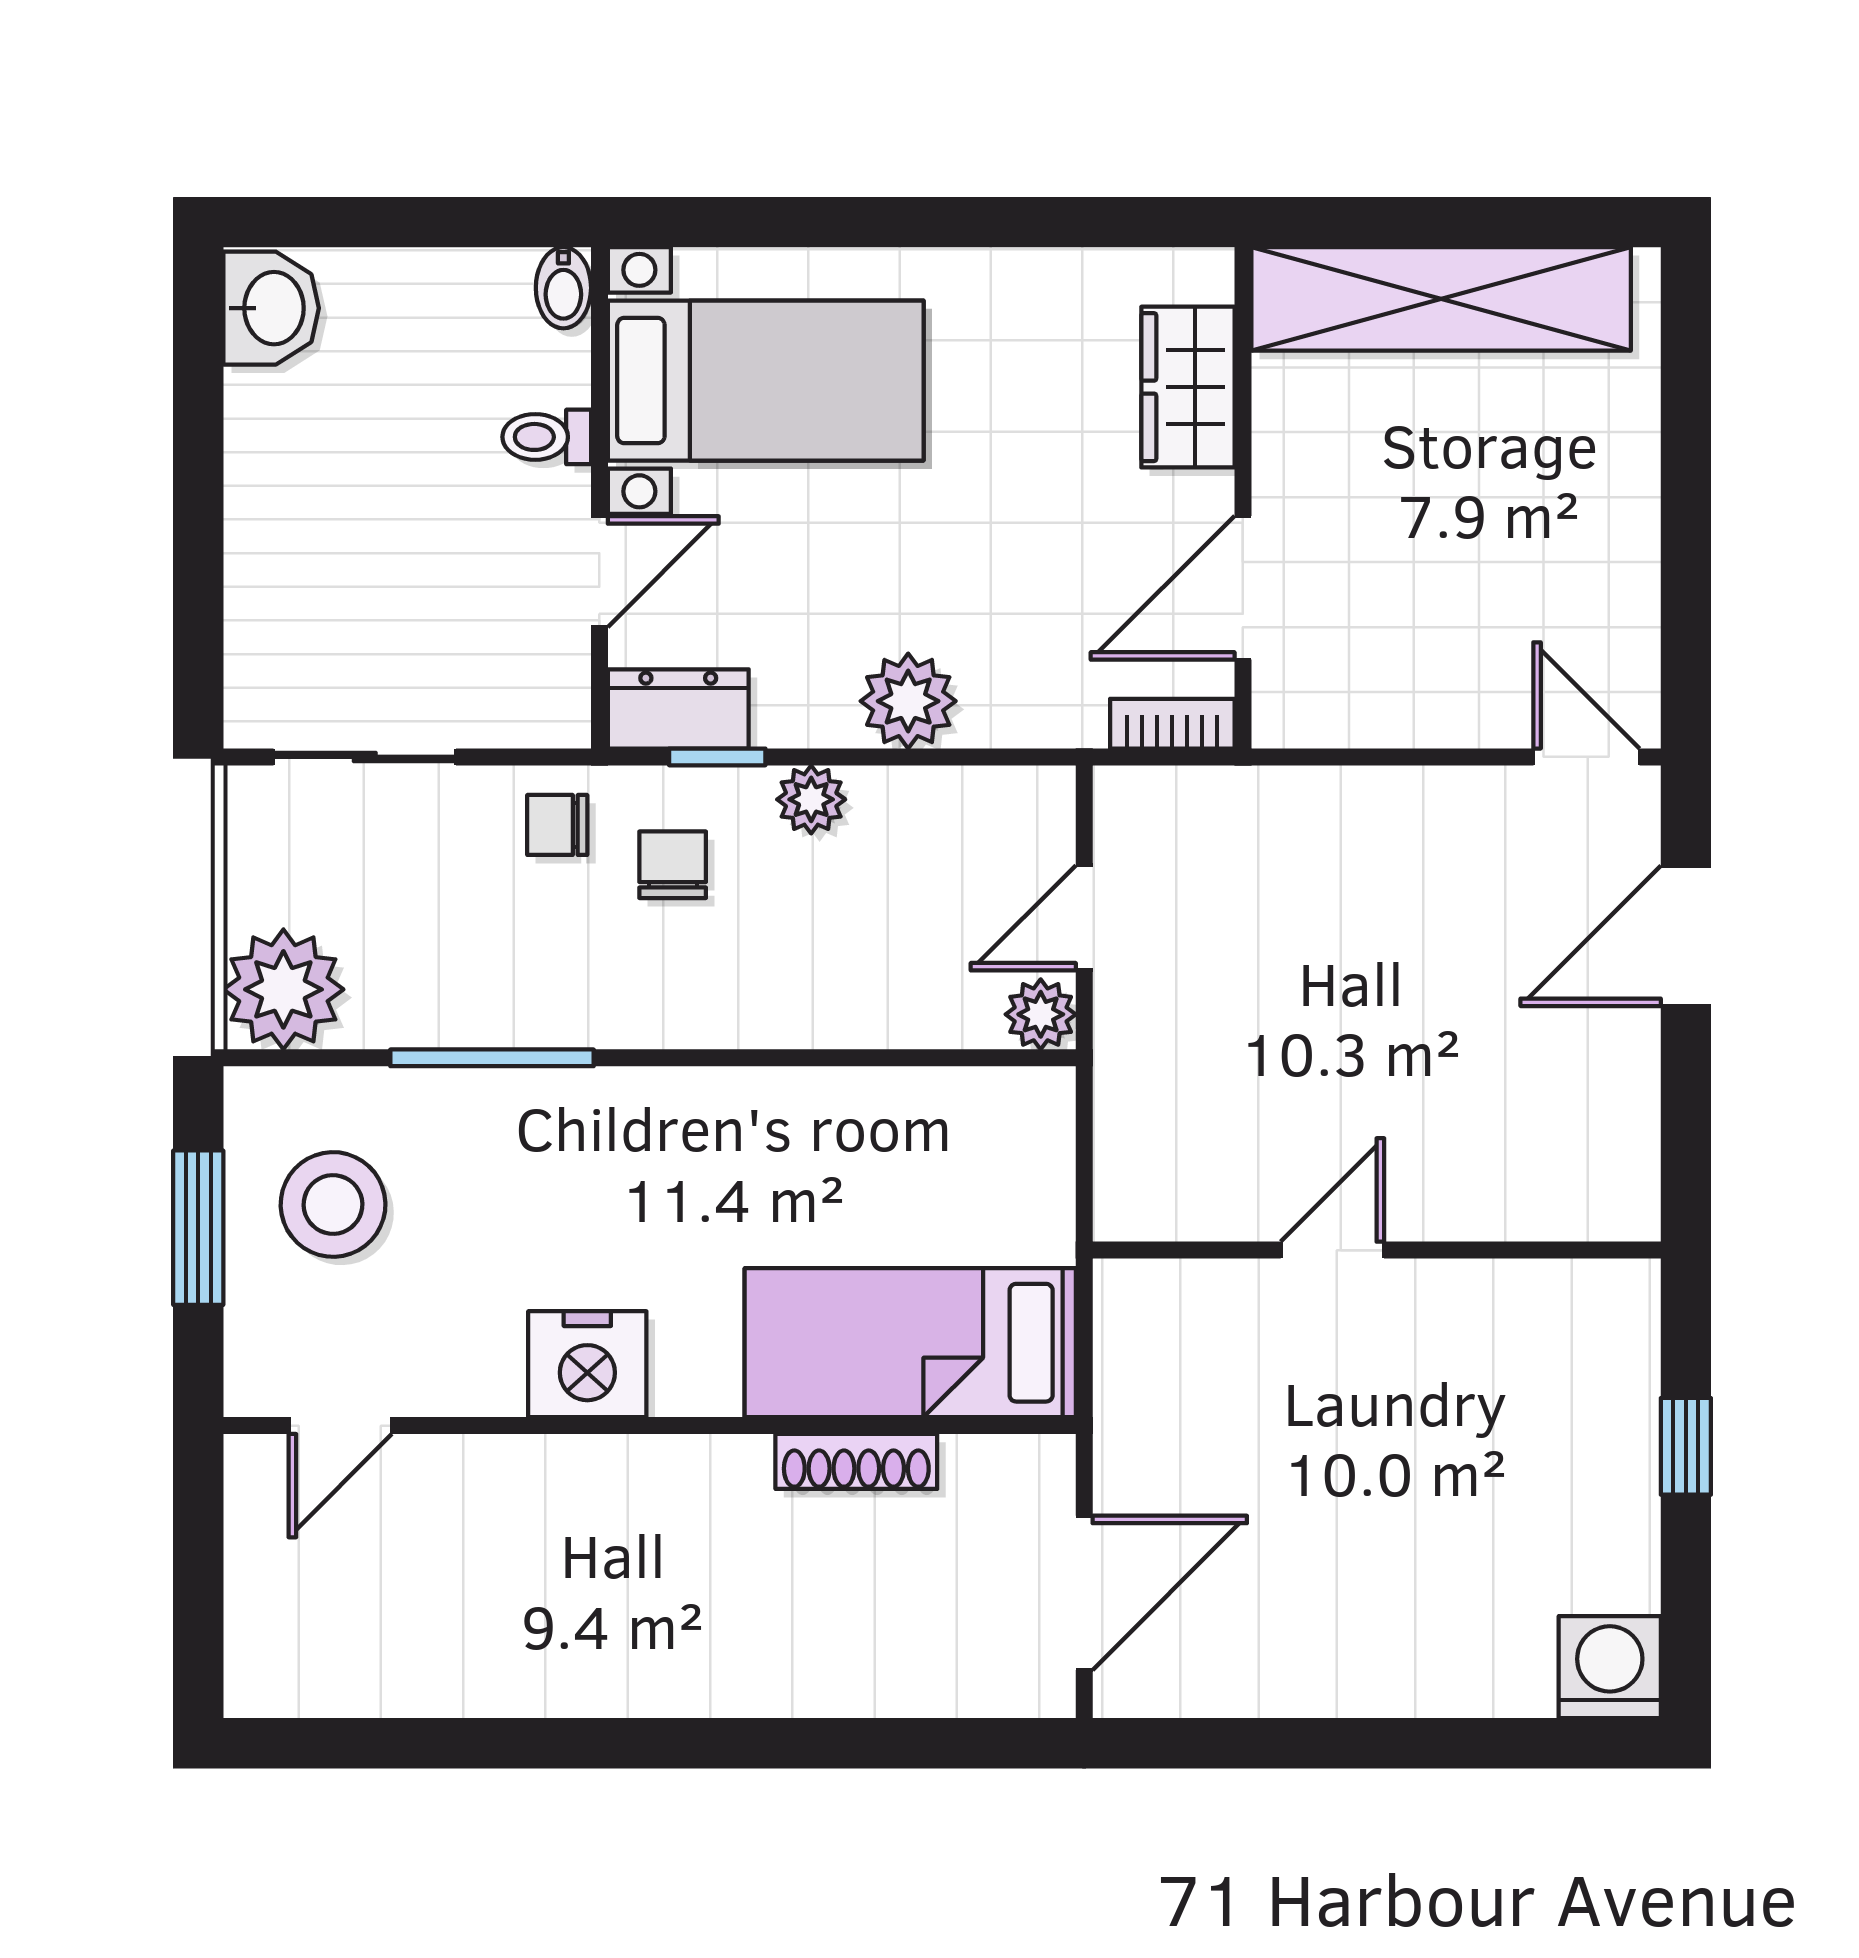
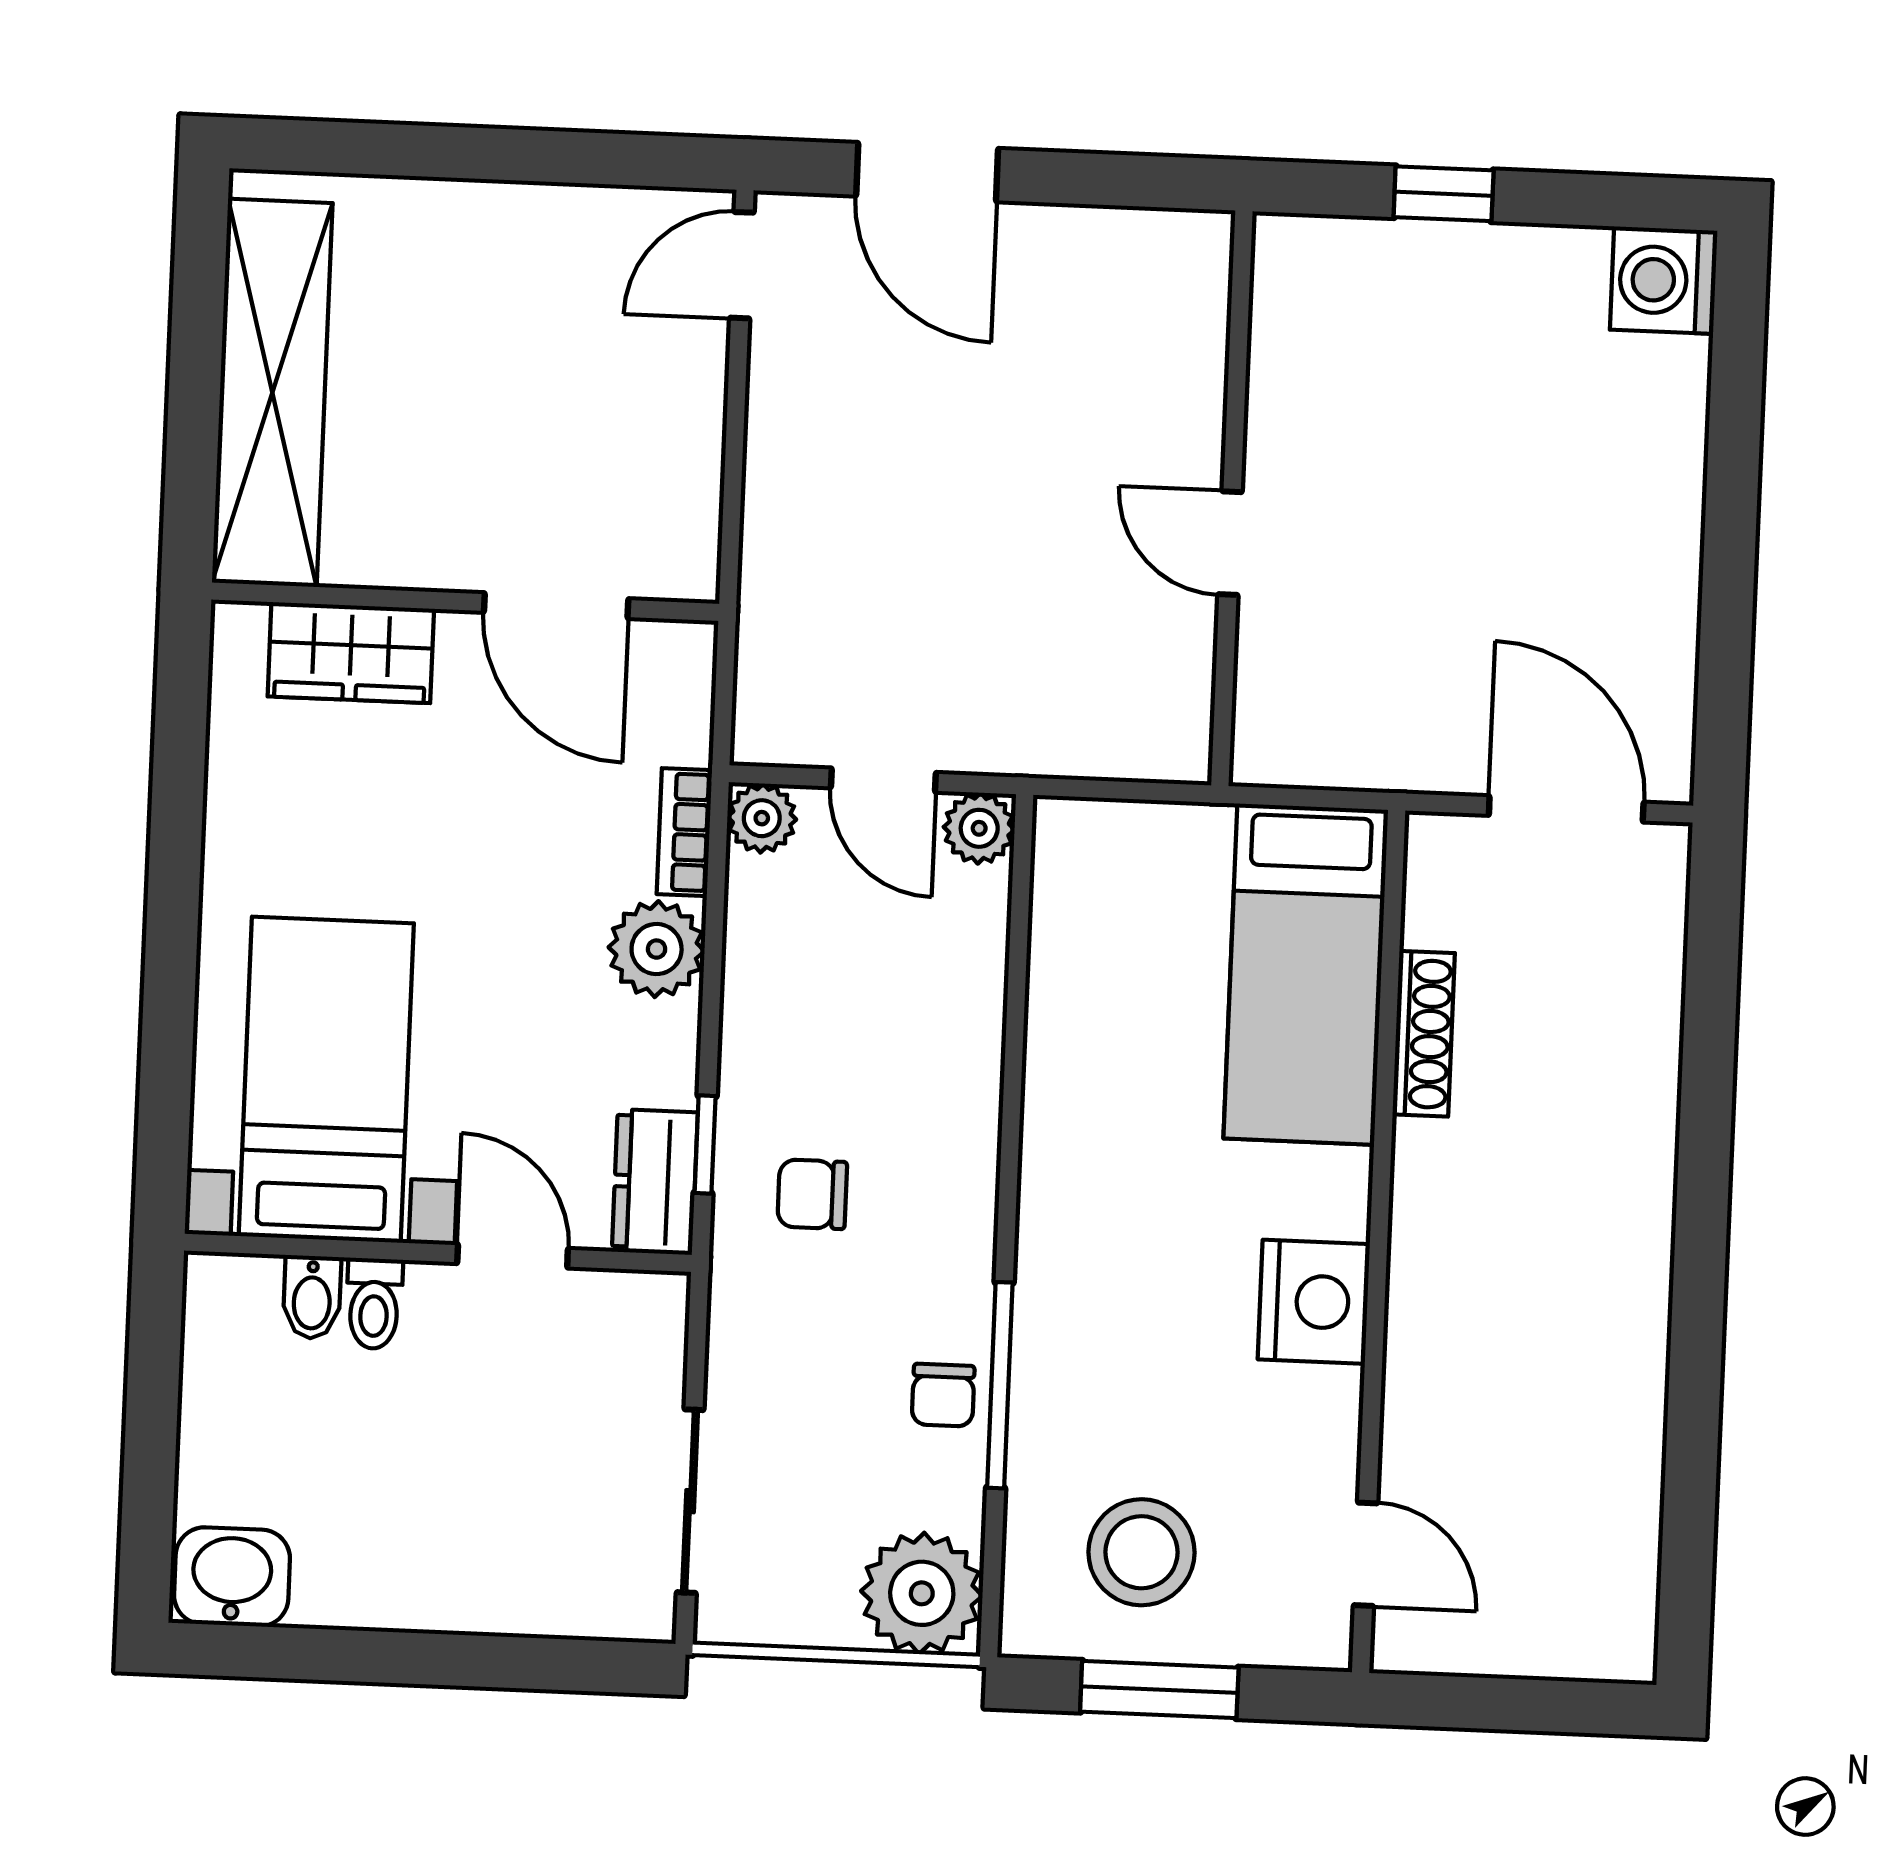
bidet: (563, 288) -> (312, 1297), moved, turned 90
bookcase: (1172, 724) -> (684, 832), moved
plant: (811, 799) -> (762, 818), moved
chair: (557, 825) -> (943, 1395), moved

